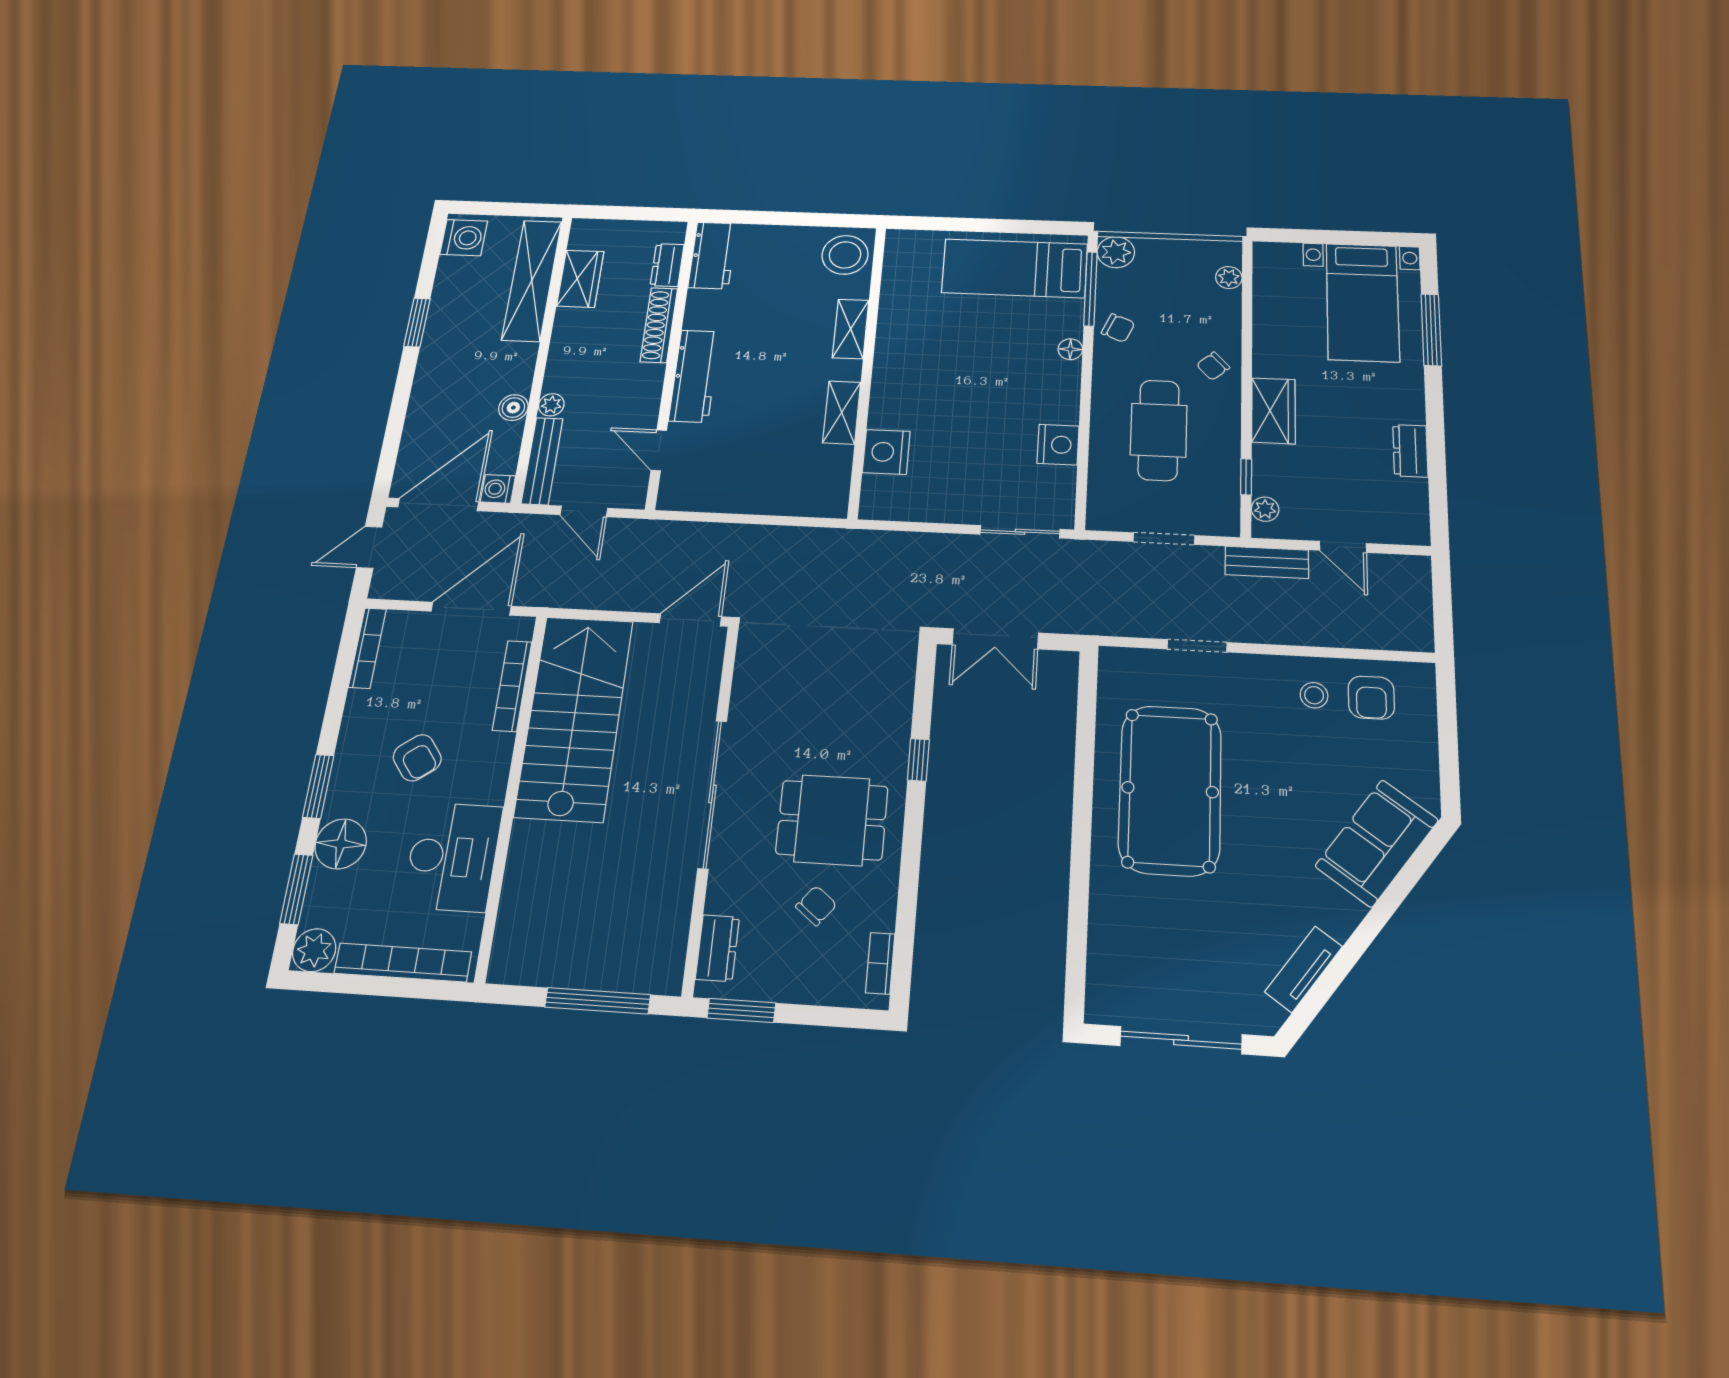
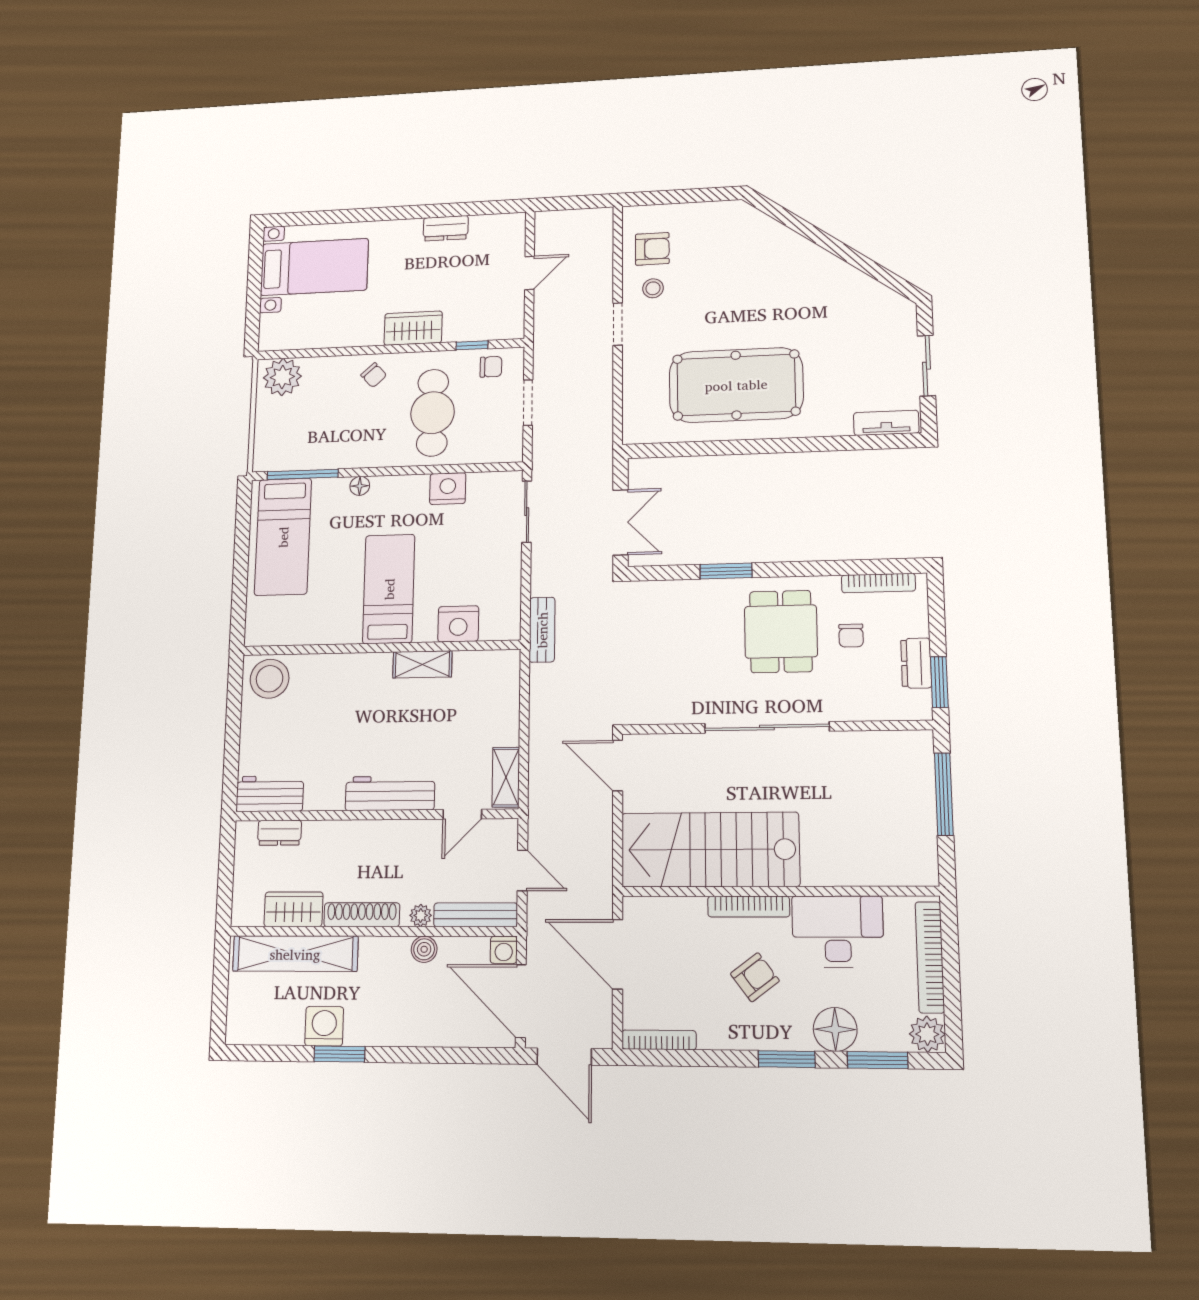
washing machine: (464, 238) -> (324, 1026), moved
plant: (1116, 252) -> (268, 457), removed
plant: (1229, 278) -> (282, 377), width x1.87, depth x1.87
shoe rack: (659, 325) -> (362, 915), moved, turned 180
chair: (1118, 328) -> (491, 367), moved, turned 67
shelving: (851, 329) -> (506, 777), moved, turned 90
window: (1431, 330) -> (339, 216), removed
bed: (938, 378) -> (389, 589), added
cafe table: (1159, 430) -> (433, 413), turned 90
plant: (1265, 509) -> (500, 330), removed
door: (584, 511) -> (522, 870), hinge flipped
door: (369, 547) -> (564, 1057), width x1.38
bench: (1267, 562) -> (542, 630), moved
doorway: (1197, 646) -> (618, 324), moved
bookcase: (512, 686) -> (749, 907), moved
window: (918, 760) -> (726, 571), width x1.50
sofa: (1377, 843) -> (766, 241), removed
chair: (816, 906) -> (851, 636), turned -129
dresser: (717, 948) -> (916, 663), moved, turned -90
bookcase: (880, 963) -> (878, 583), width x1.56
tv unit: (1304, 969) -> (886, 423), moved, turned 144
sliding door: (1181, 1040) -> (927, 366), width x0.73

